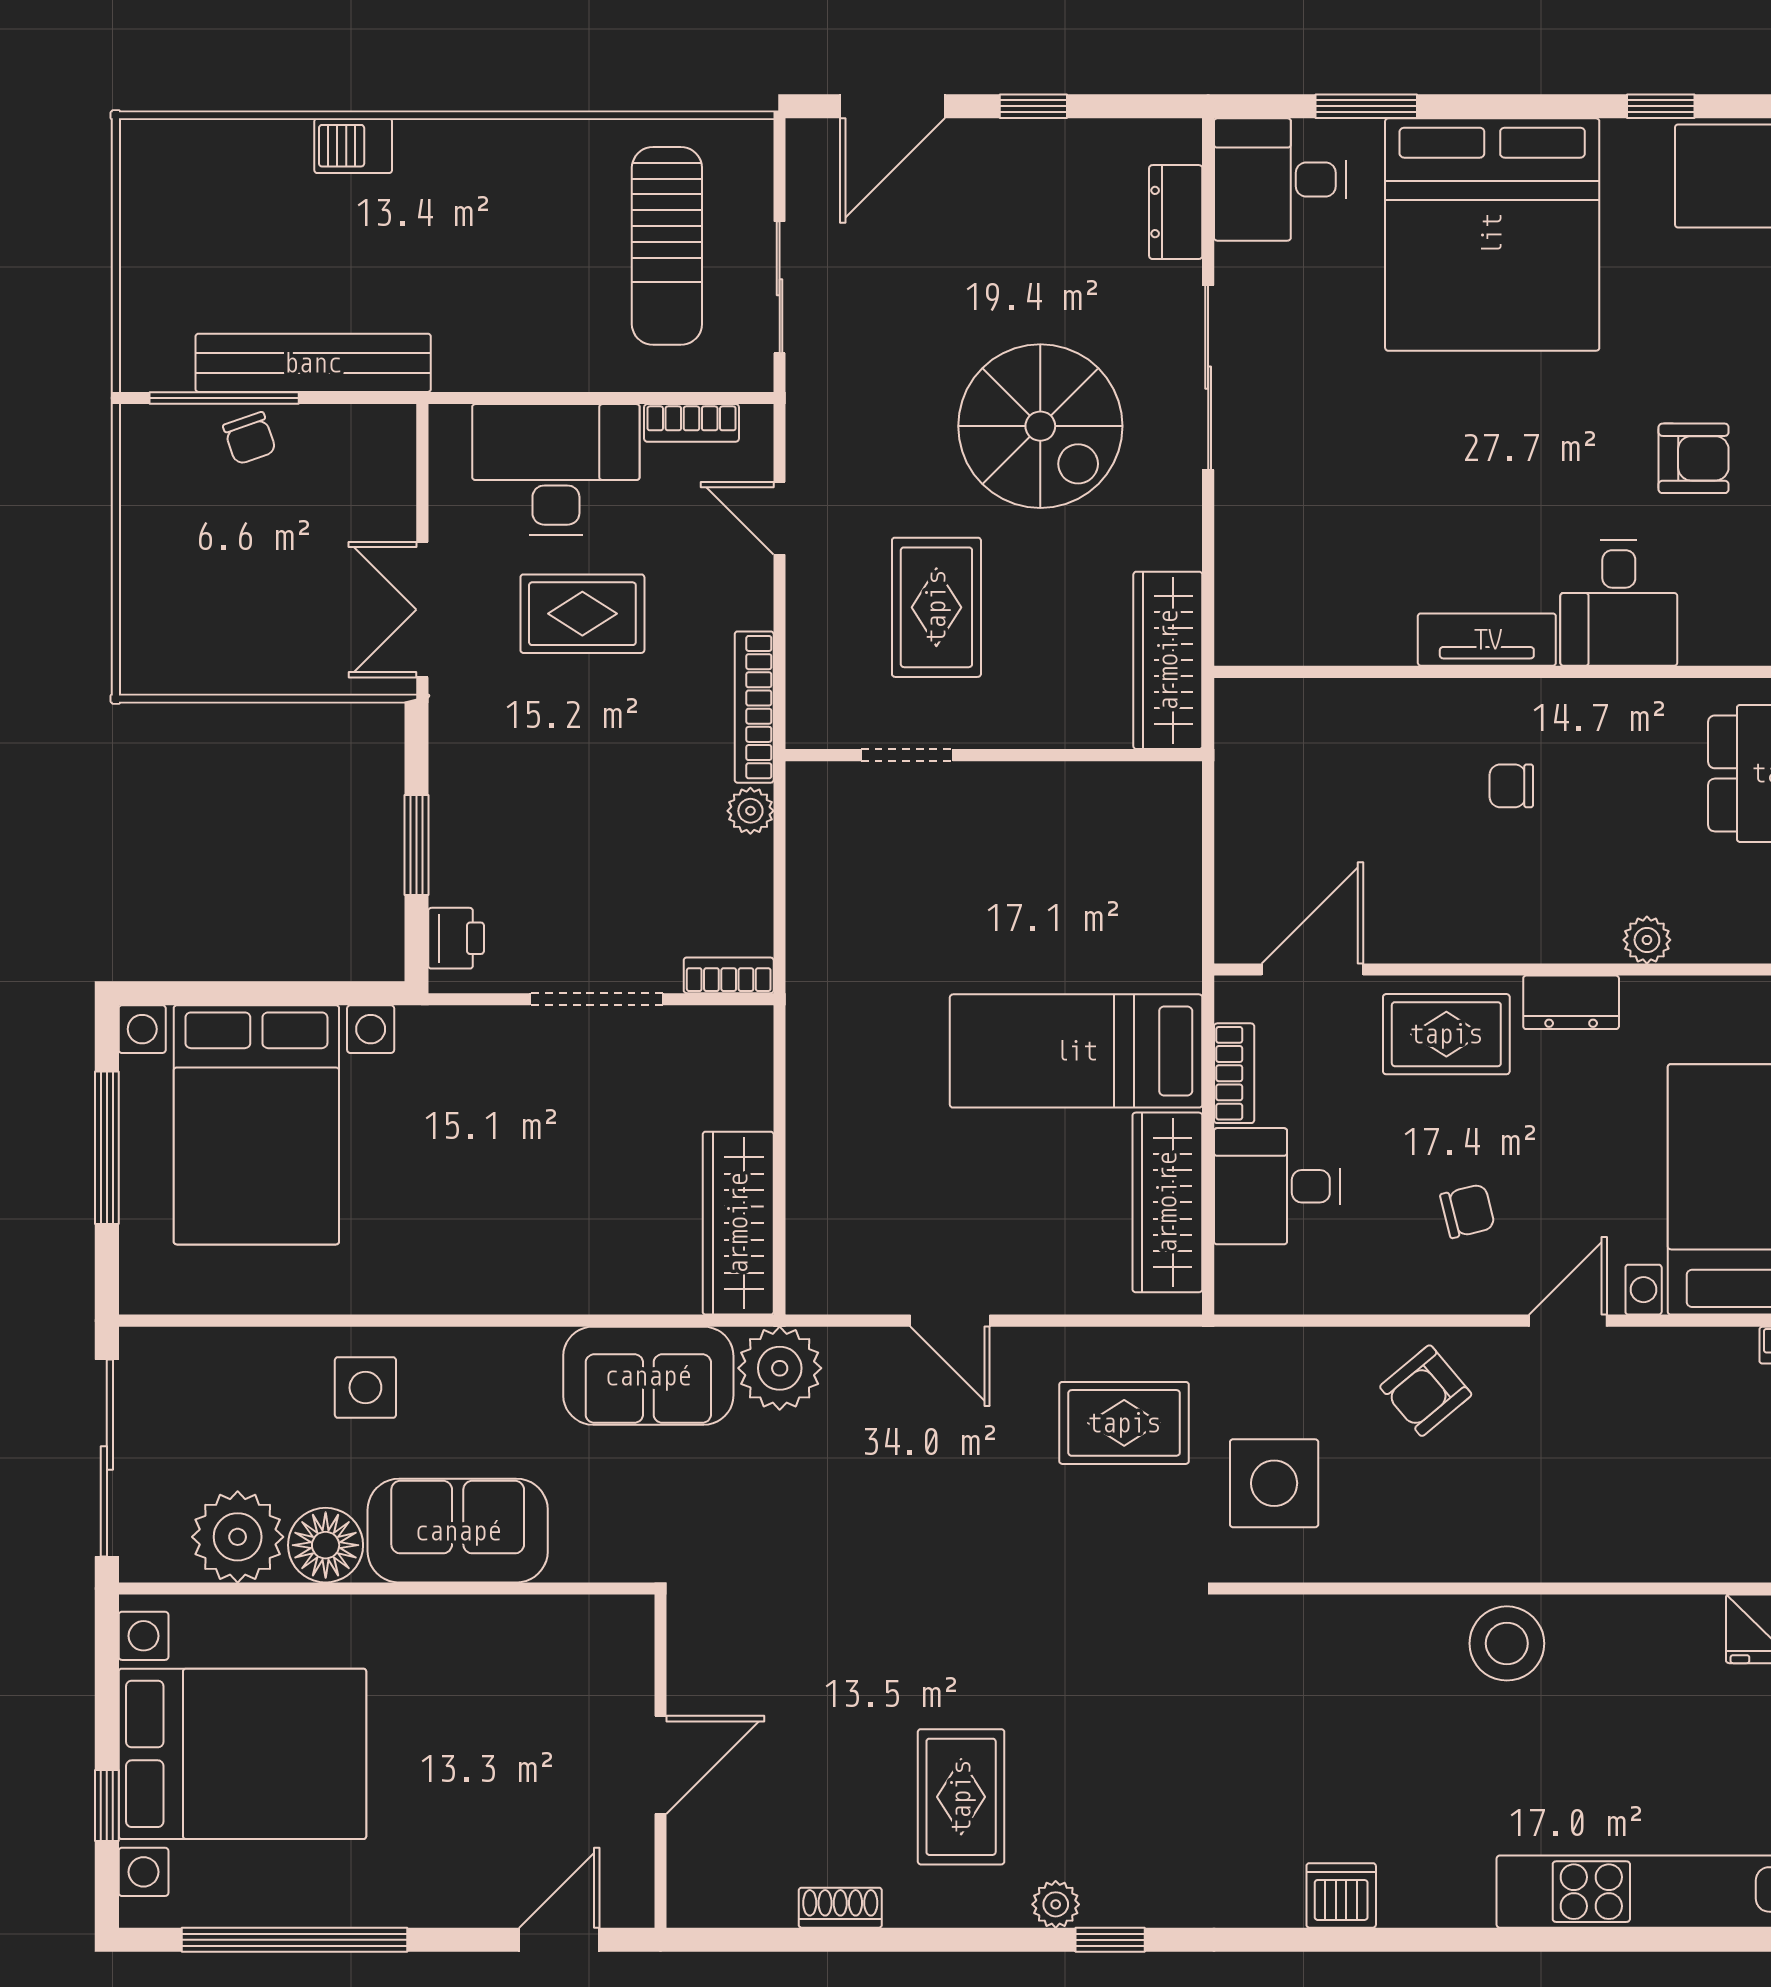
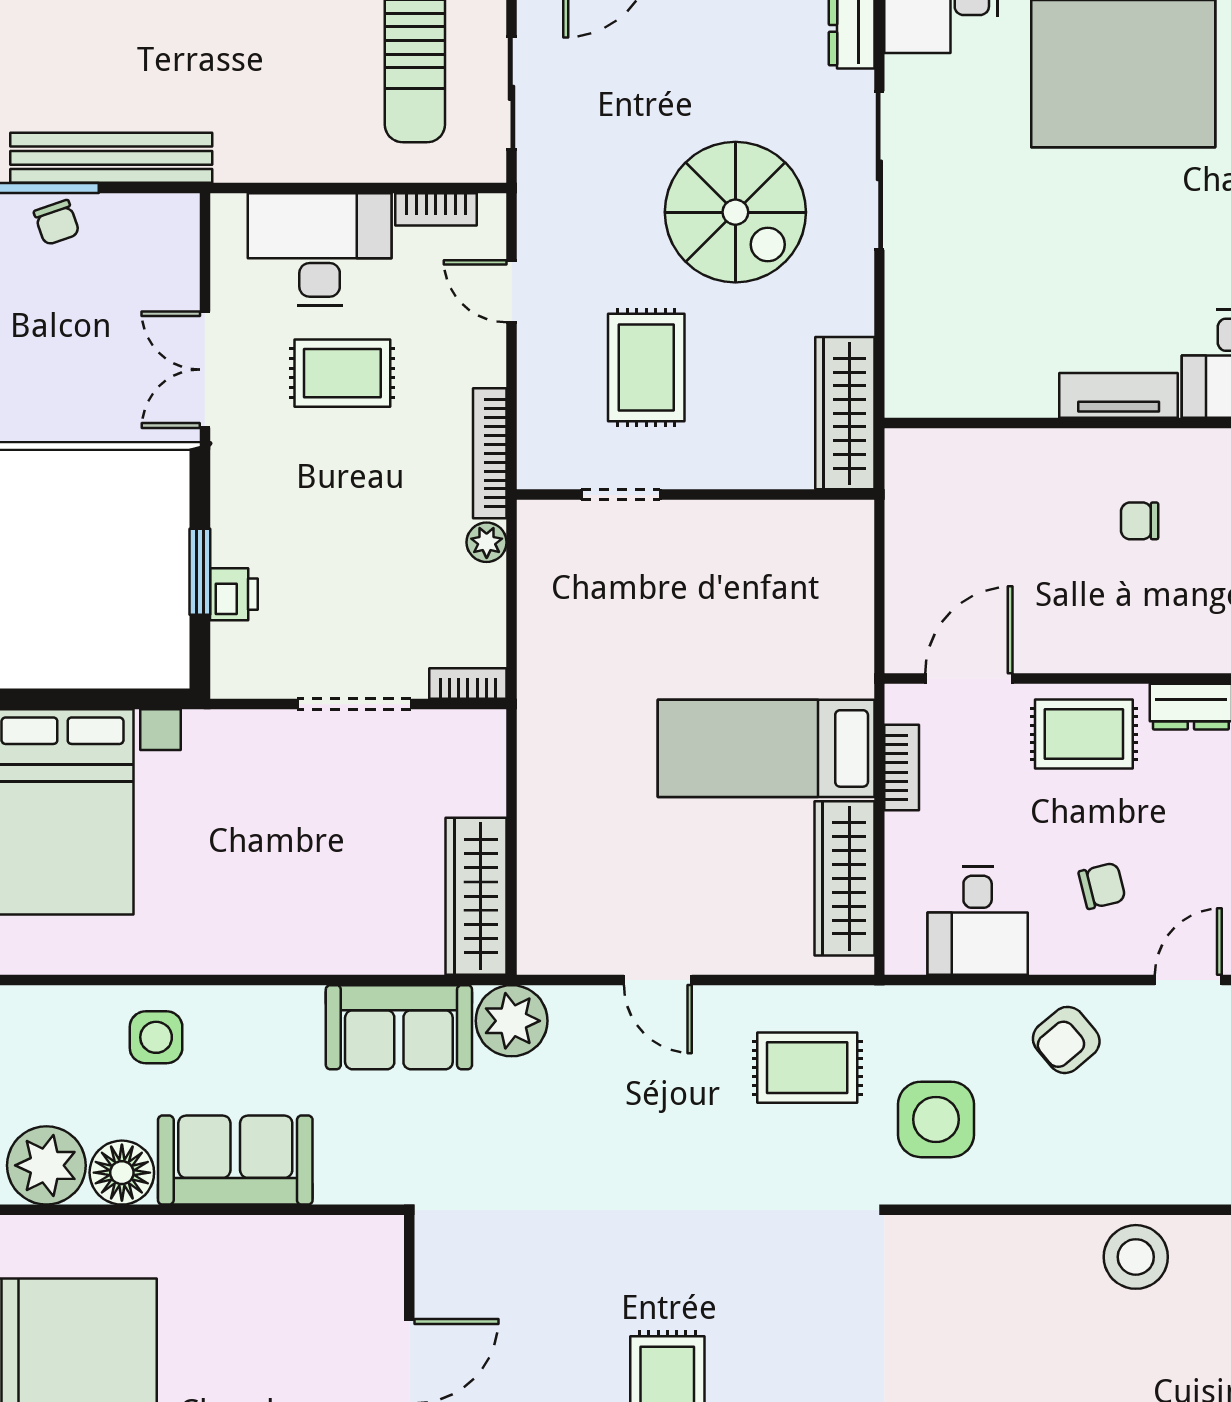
printer: (456, 938) -> (234, 594), moved
desk: (1277, 1186) -> (978, 921), moved, turned -90

